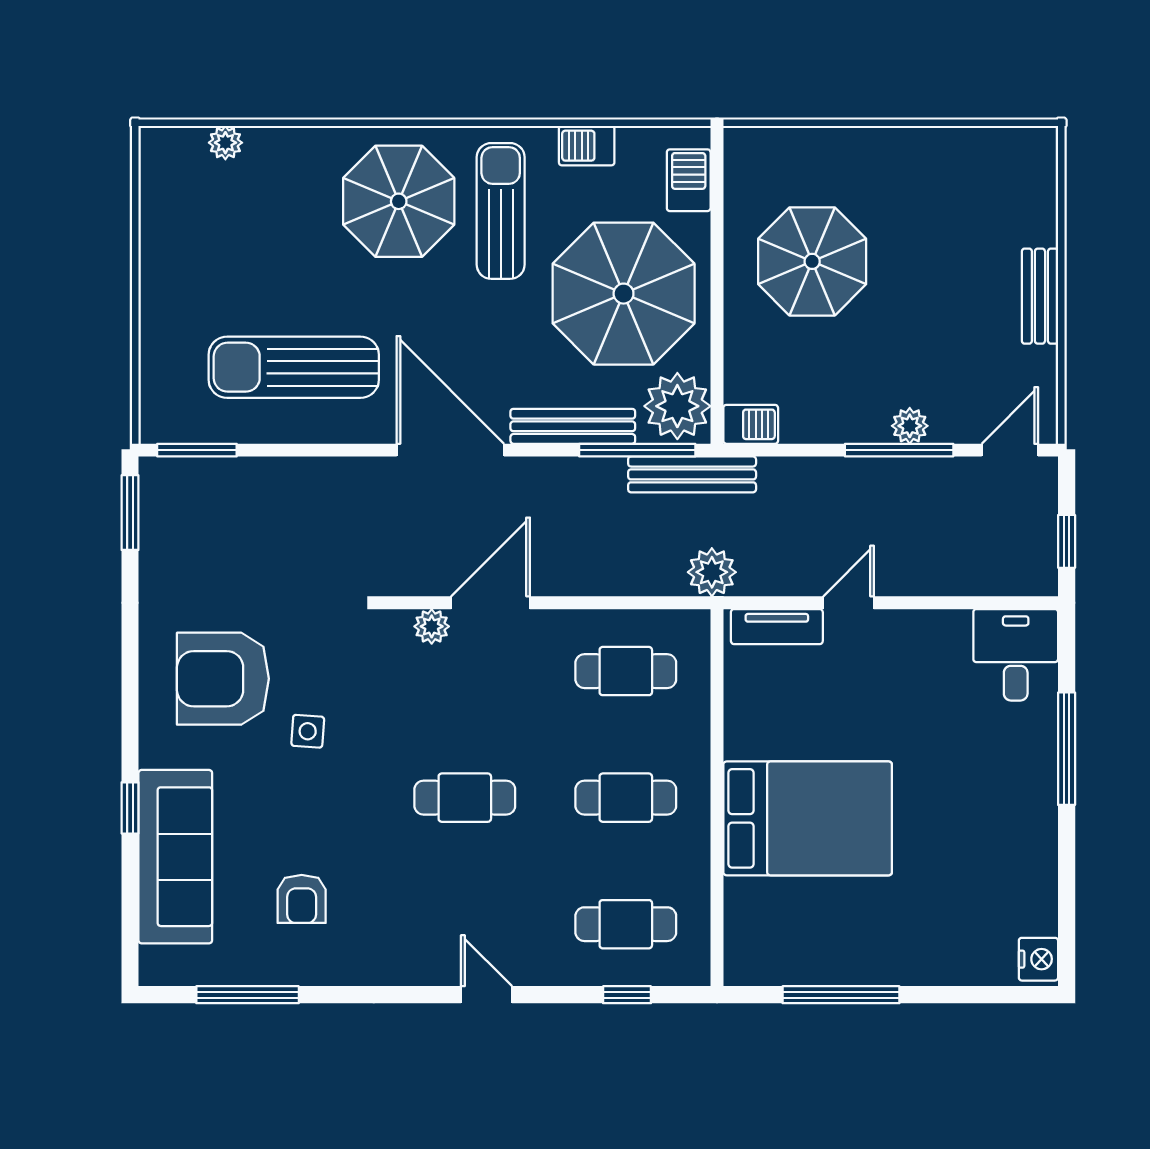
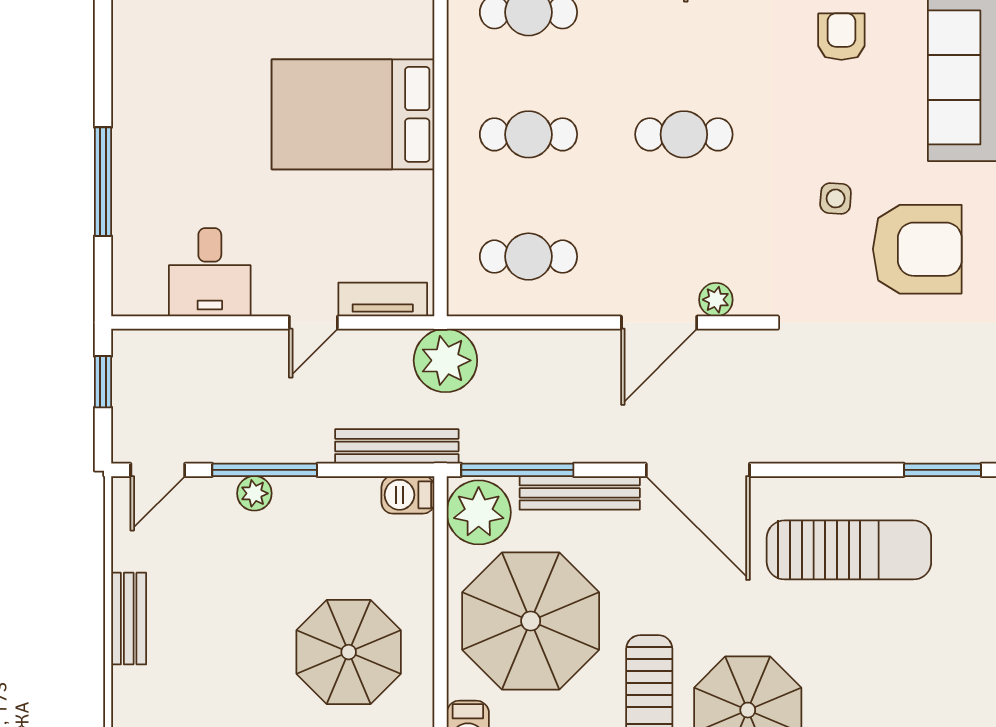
bench: (692, 474) -> (397, 446), moved
plant: (712, 572) -> (445, 360), width x1.36, depth x1.36
desk: (1016, 655) -> (210, 272), moved

